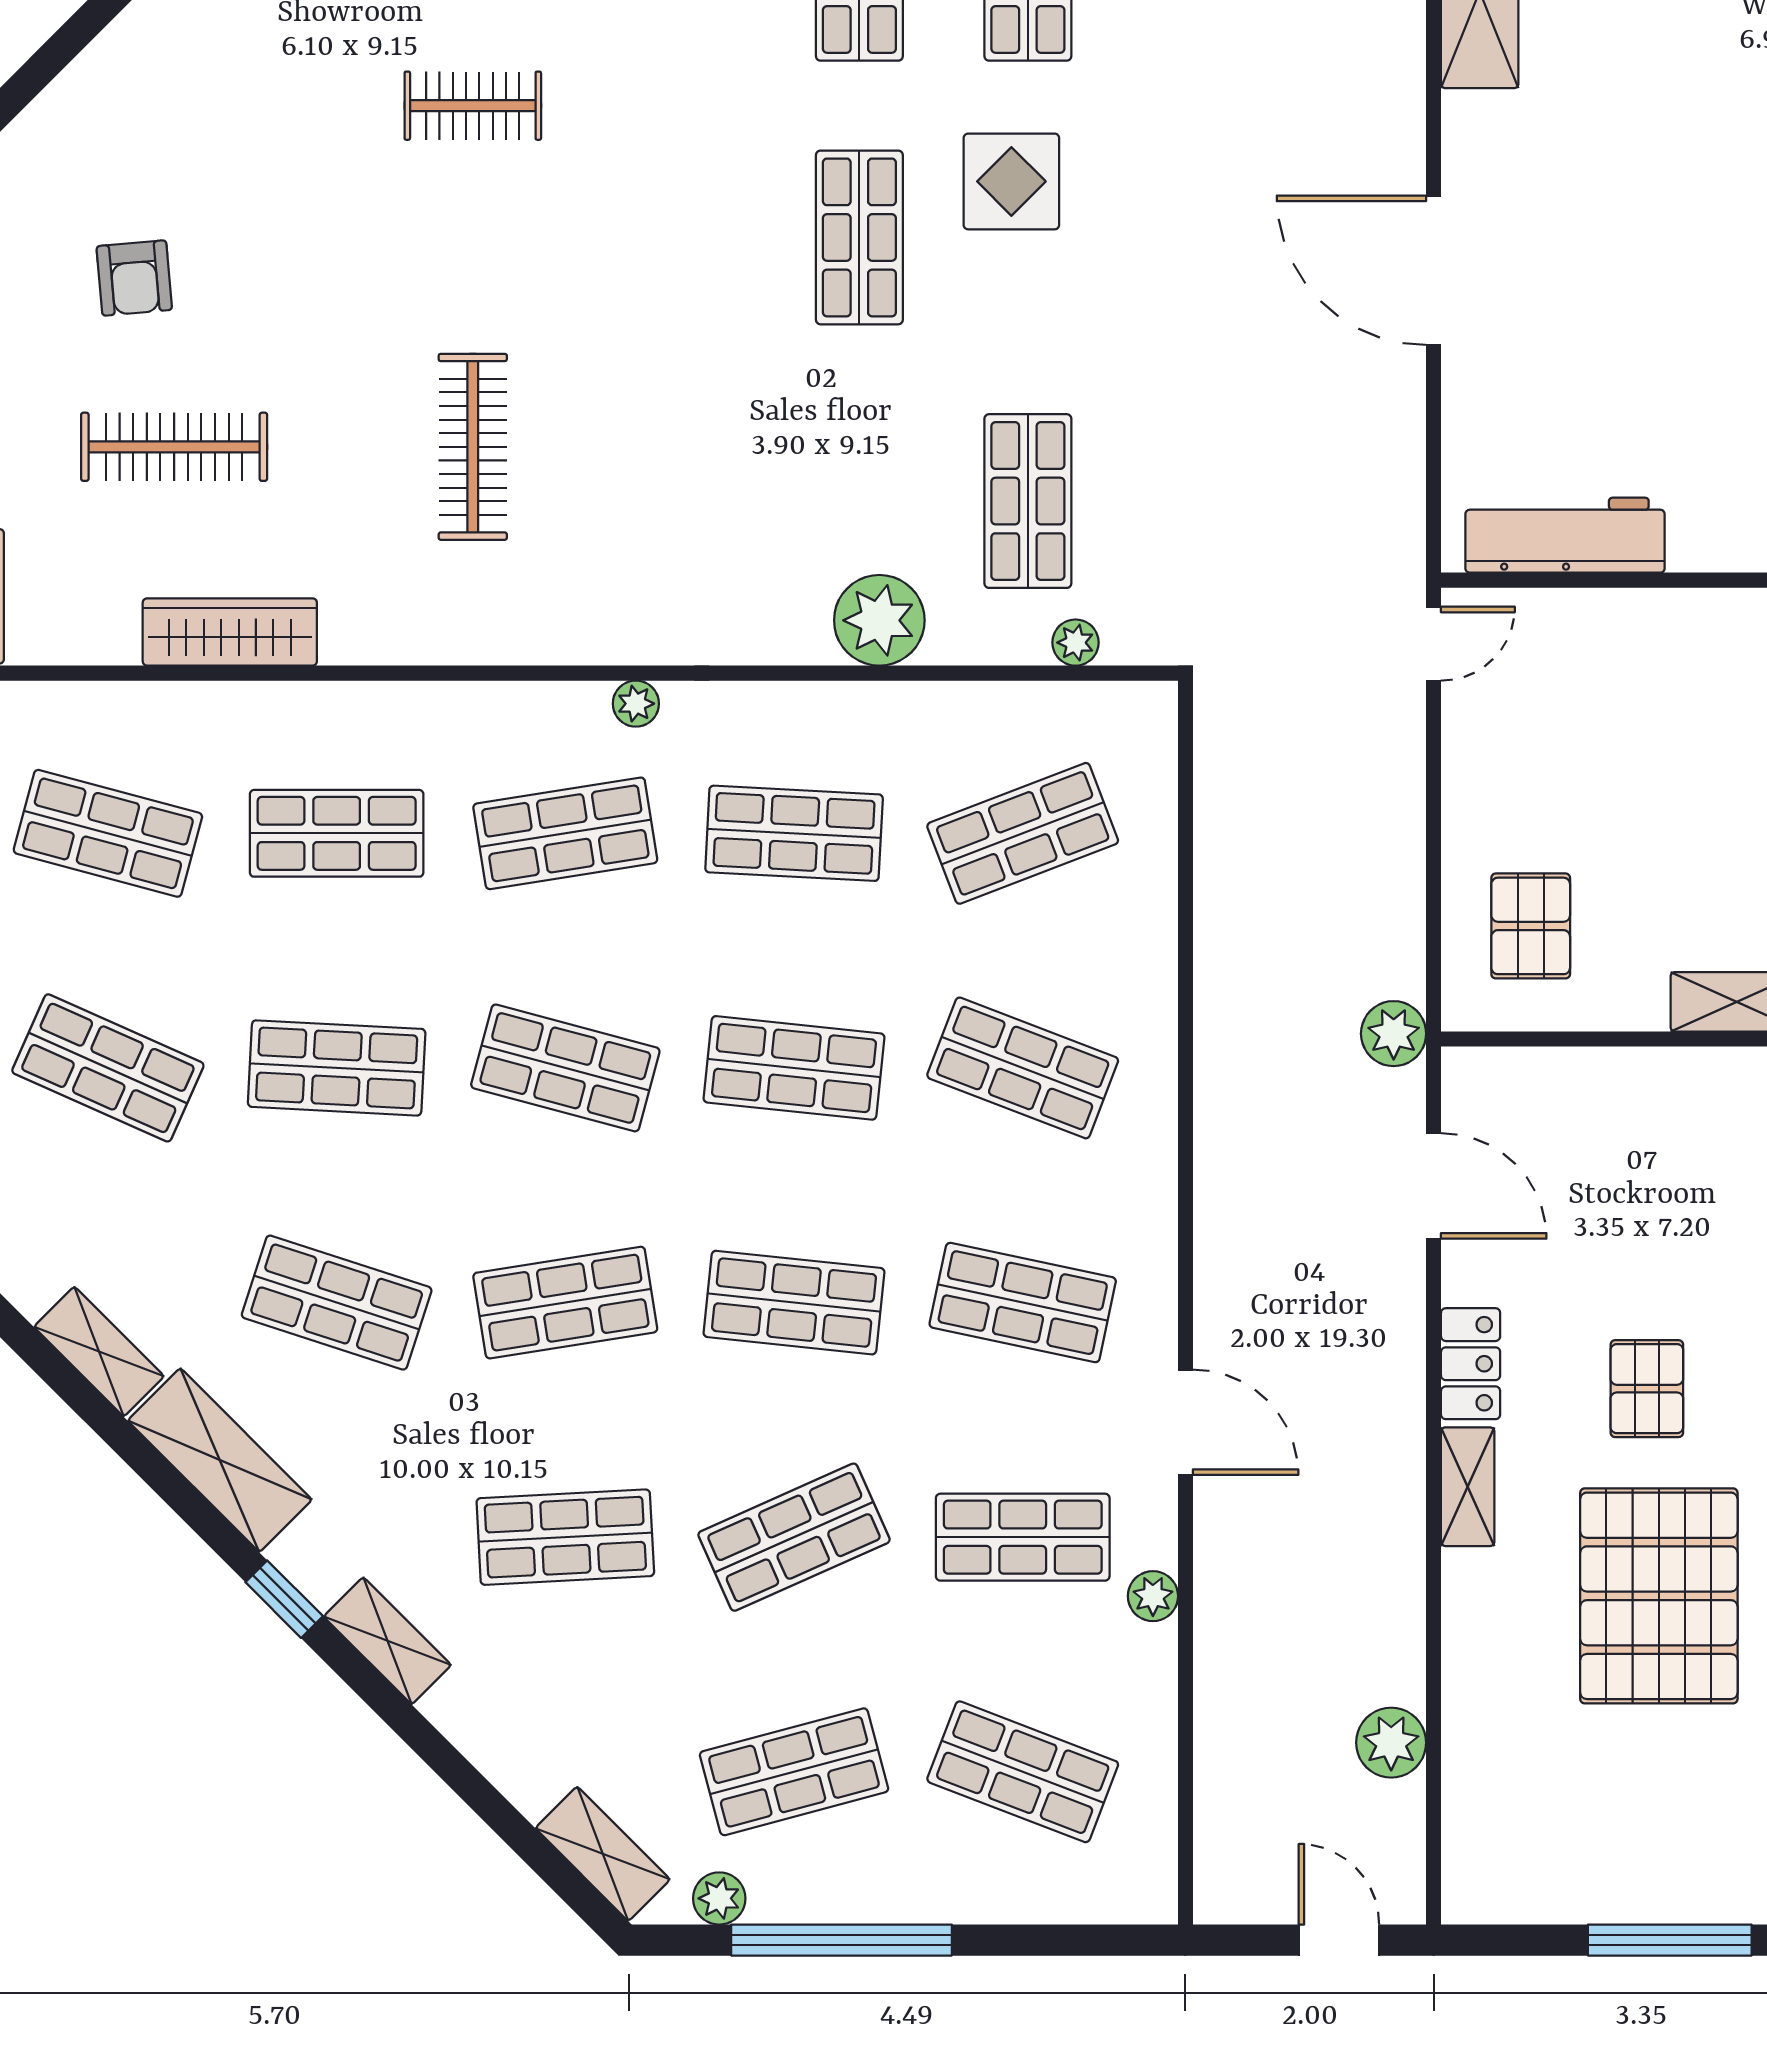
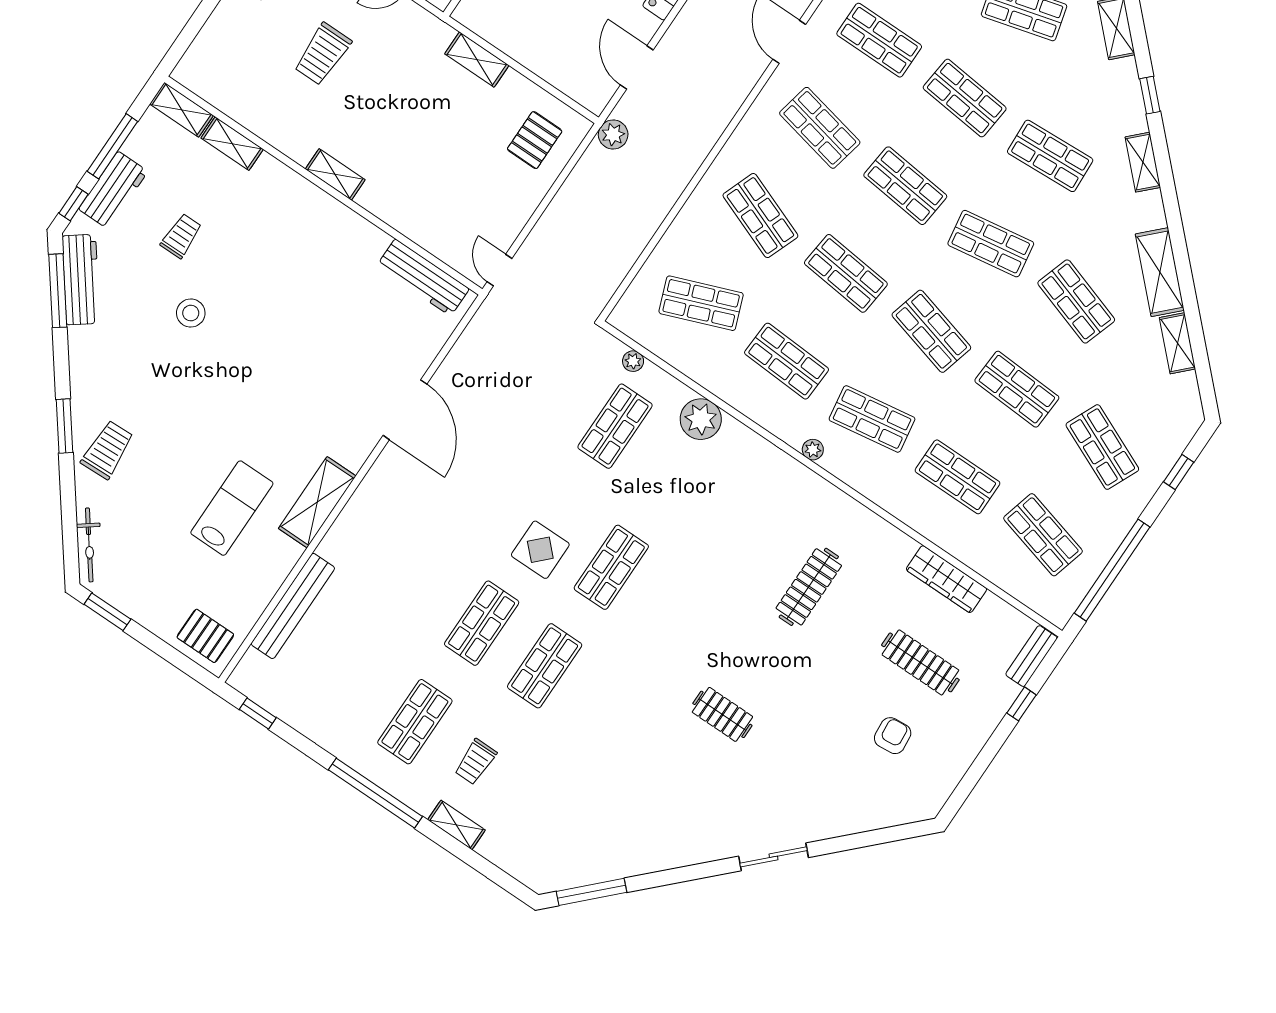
door: (1434, 644) -> (499, 270), hinge flipped
shop shelf: (794, 1537) -> (965, 98), turned 30
window: (284, 1599) -> (1150, 95), moved

